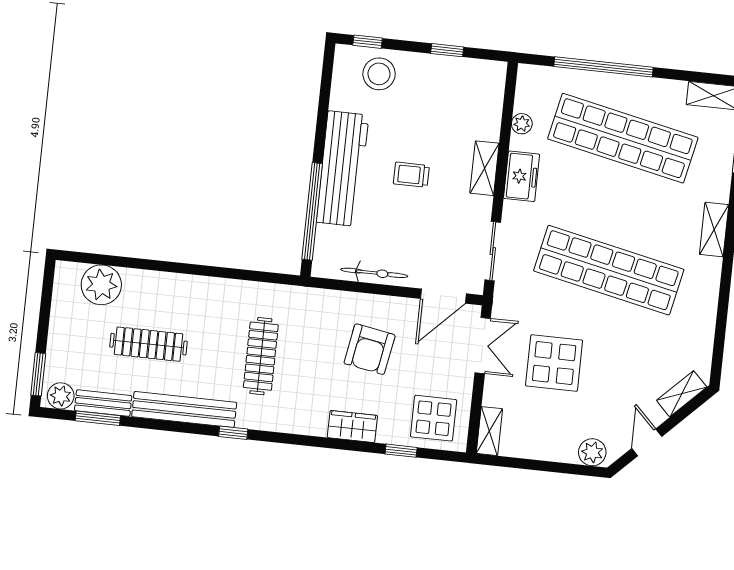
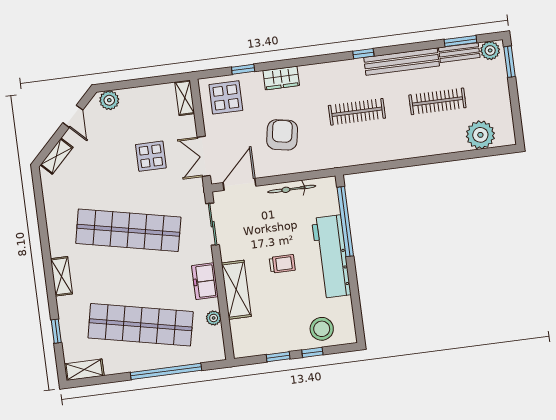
window: (368, 42) -> (312, 352), moved
shelving: (484, 168) -> (236, 290), width x1.50, depth x1.33
clothes rail: (261, 356) -> (357, 112), turned 90
display table: (554, 363) -> (151, 156), width x0.73, depth x0.73

